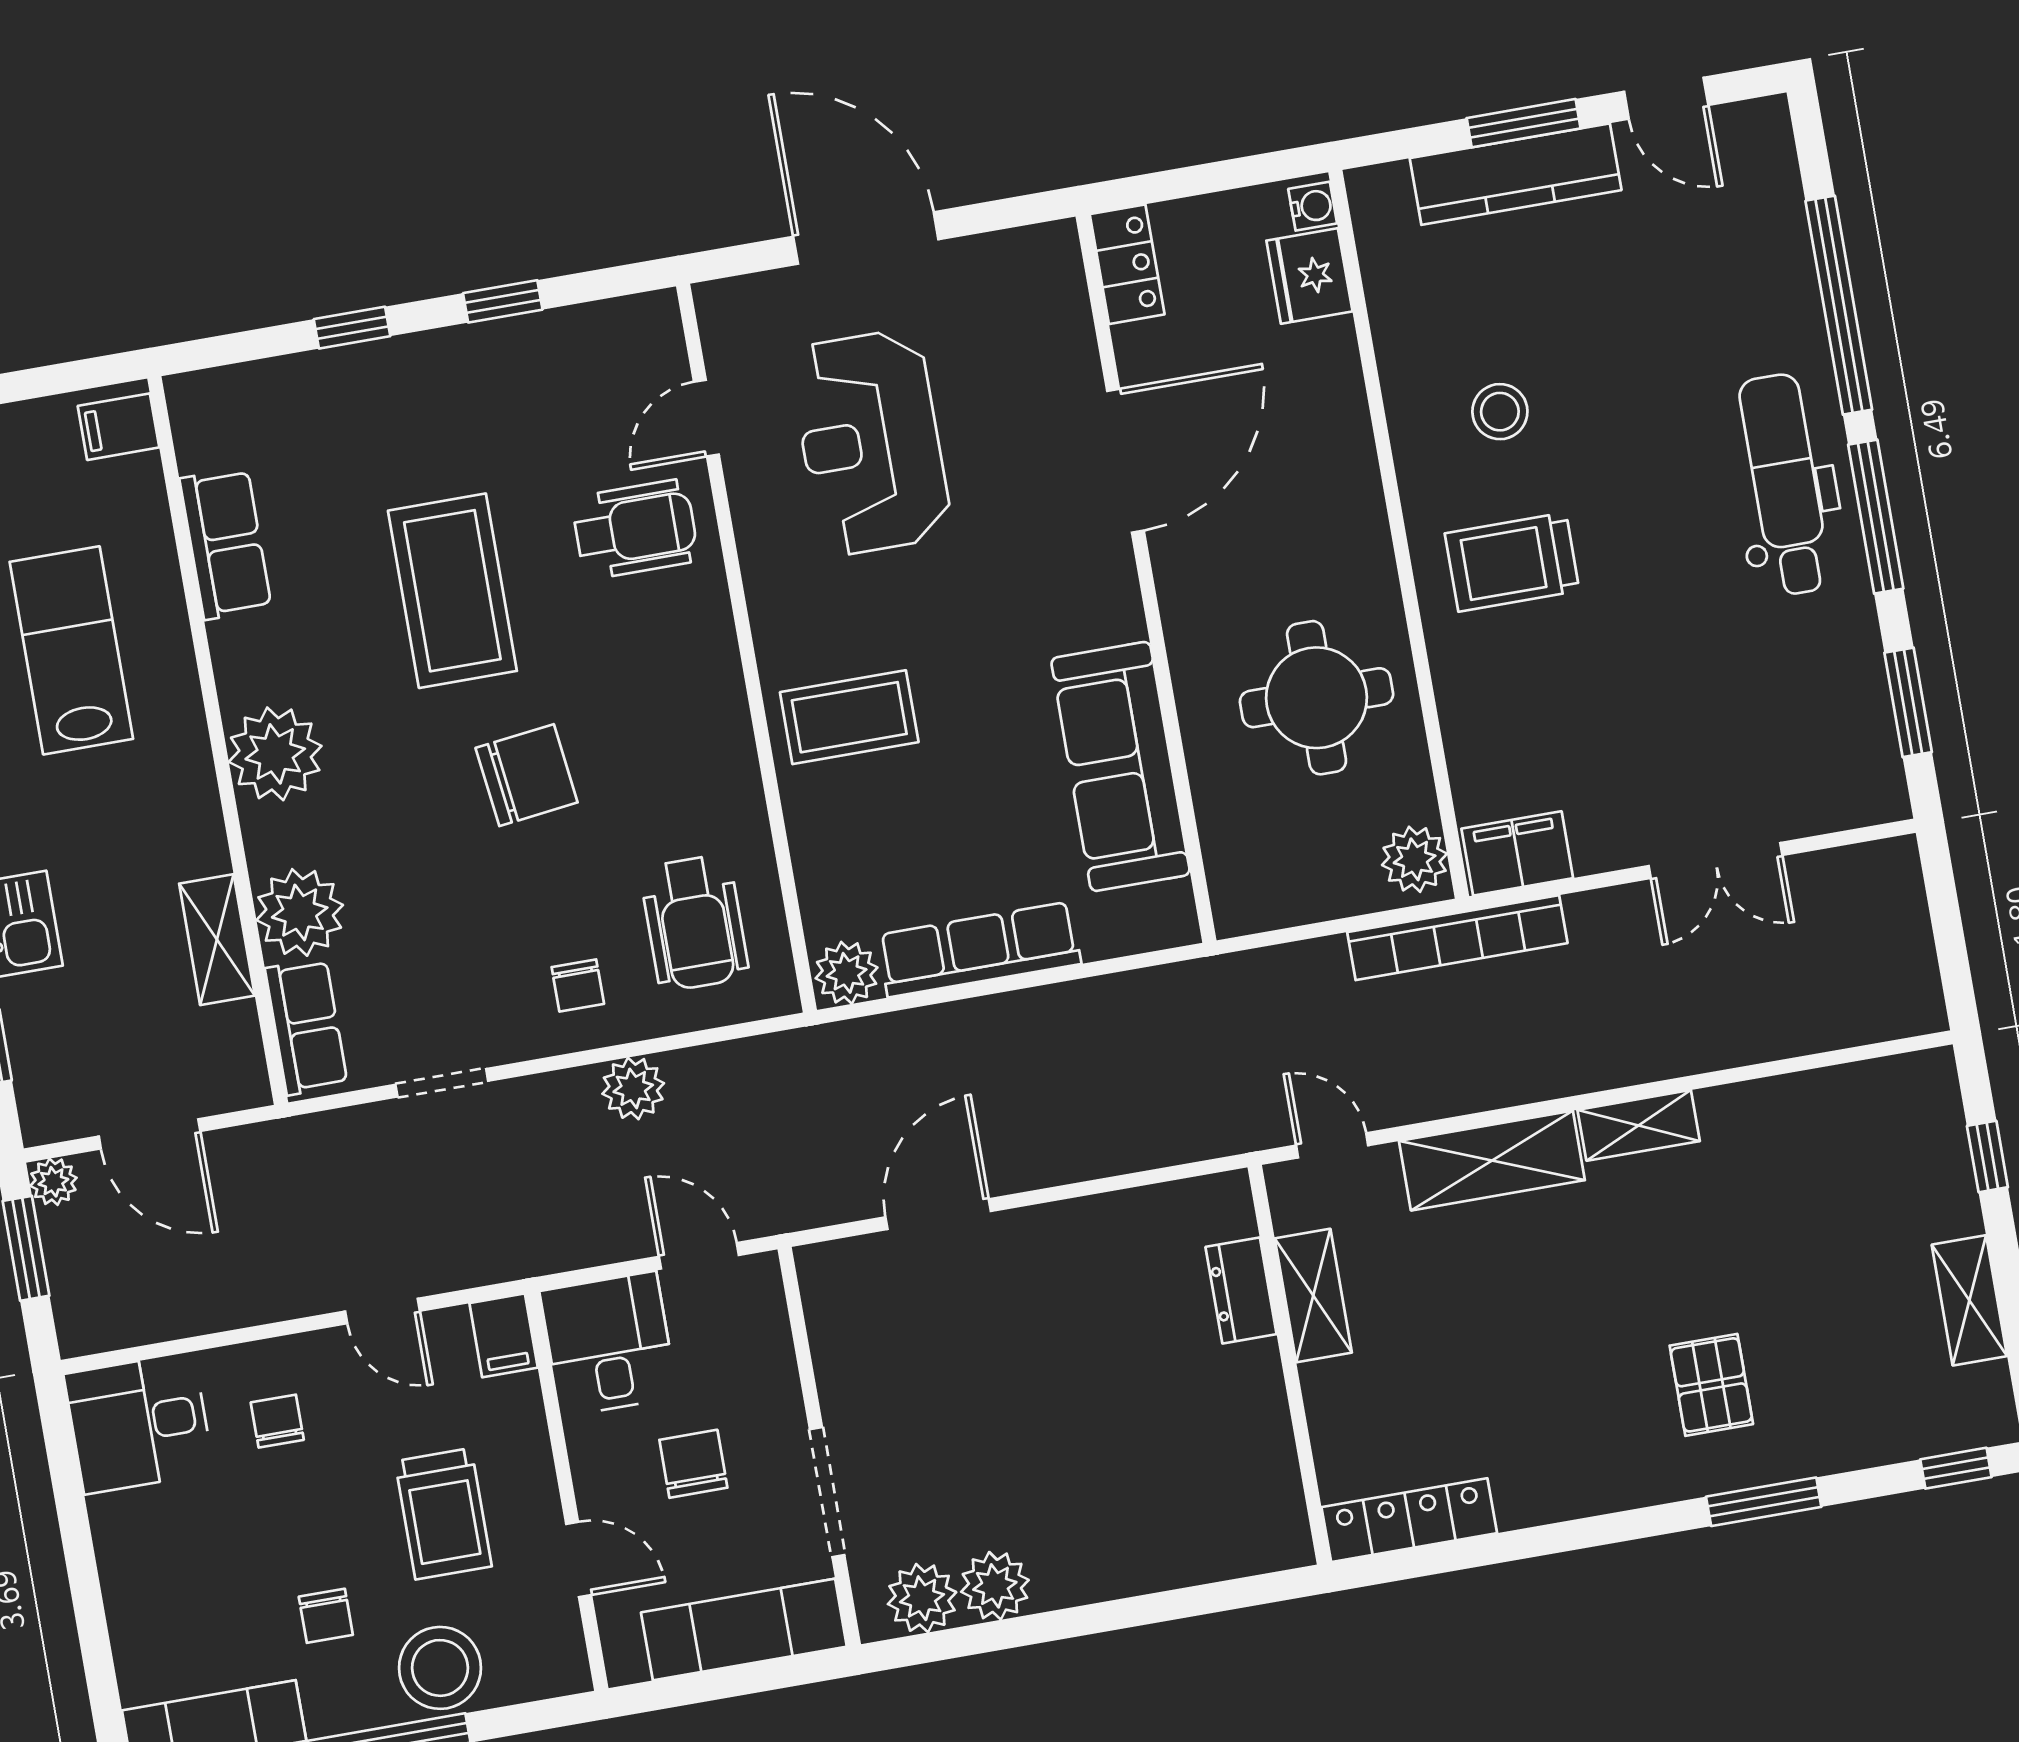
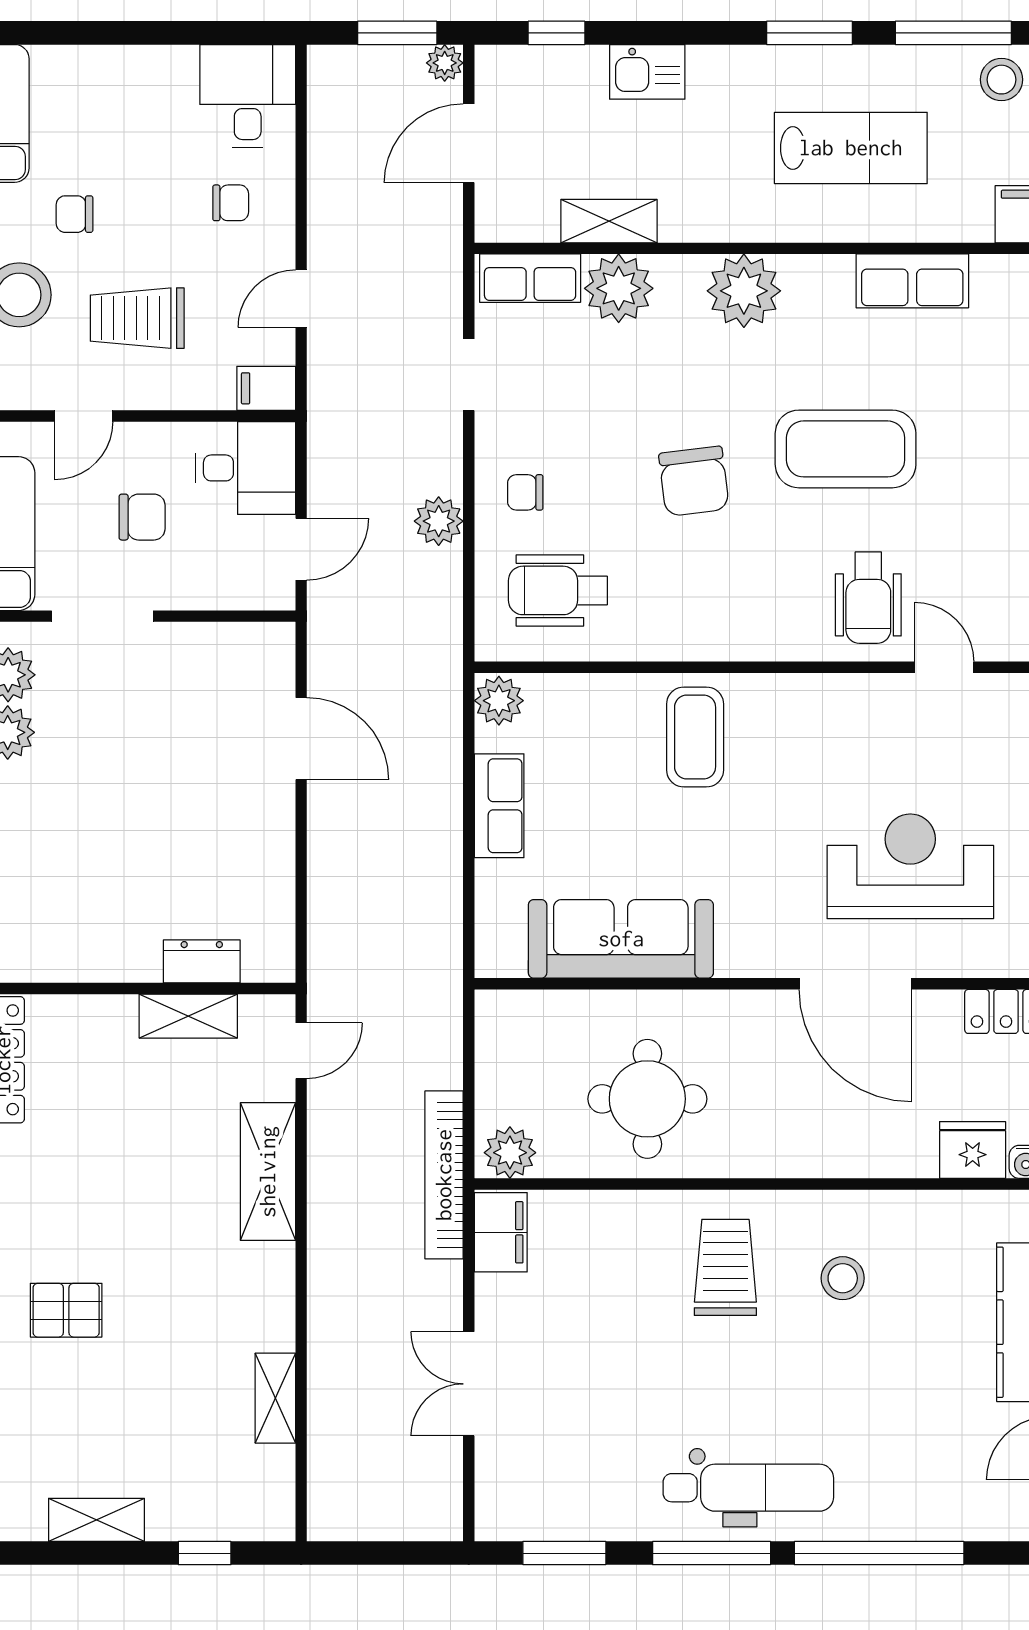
reception desk: (870, 442) -> (910, 866), moved
row of seats: (979, 949) -> (499, 806), width x0.68
shelving: (1639, 1125) -> (275, 1398), moved

